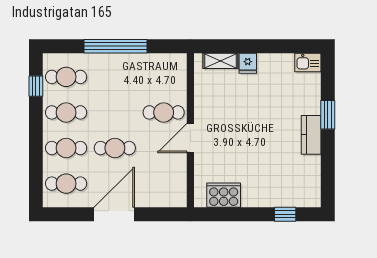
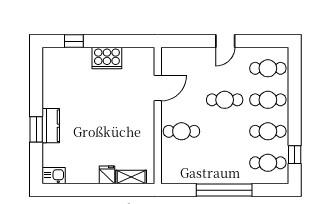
kitchen counter: (311, 135) -> (51, 126), moved
door: (190, 138) -> (158, 88), moved
cooker: (224, 195) -> (107, 58), moved
door: (114, 214) -> (225, 41), width x0.53

